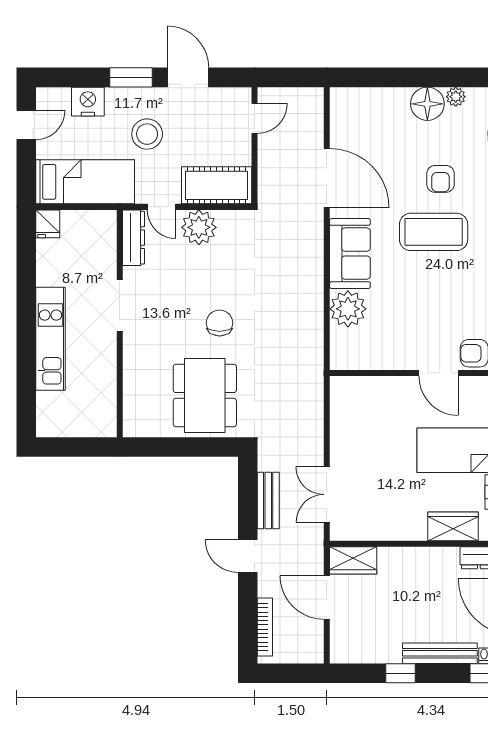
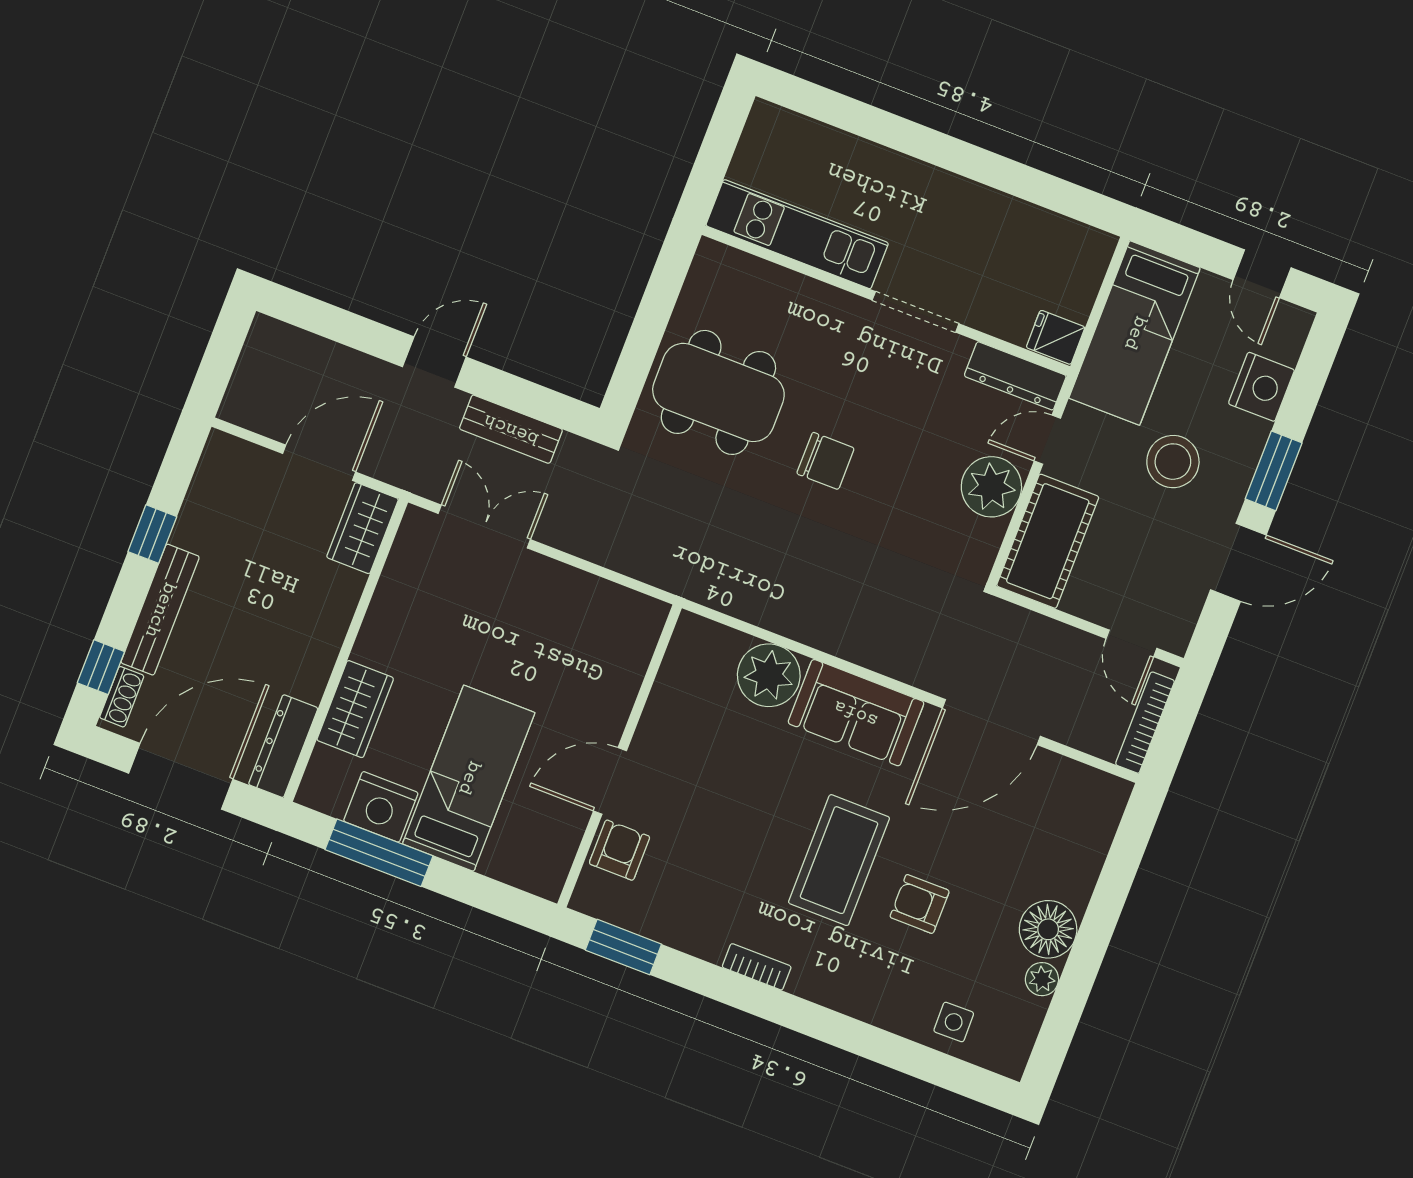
fridge: (48, 224) -> (1056, 337), moved
kitchen unit: (51, 339) -> (797, 234), moved, turned 180
bookcase: (265, 627) -> (1145, 723), moved, turned 90

